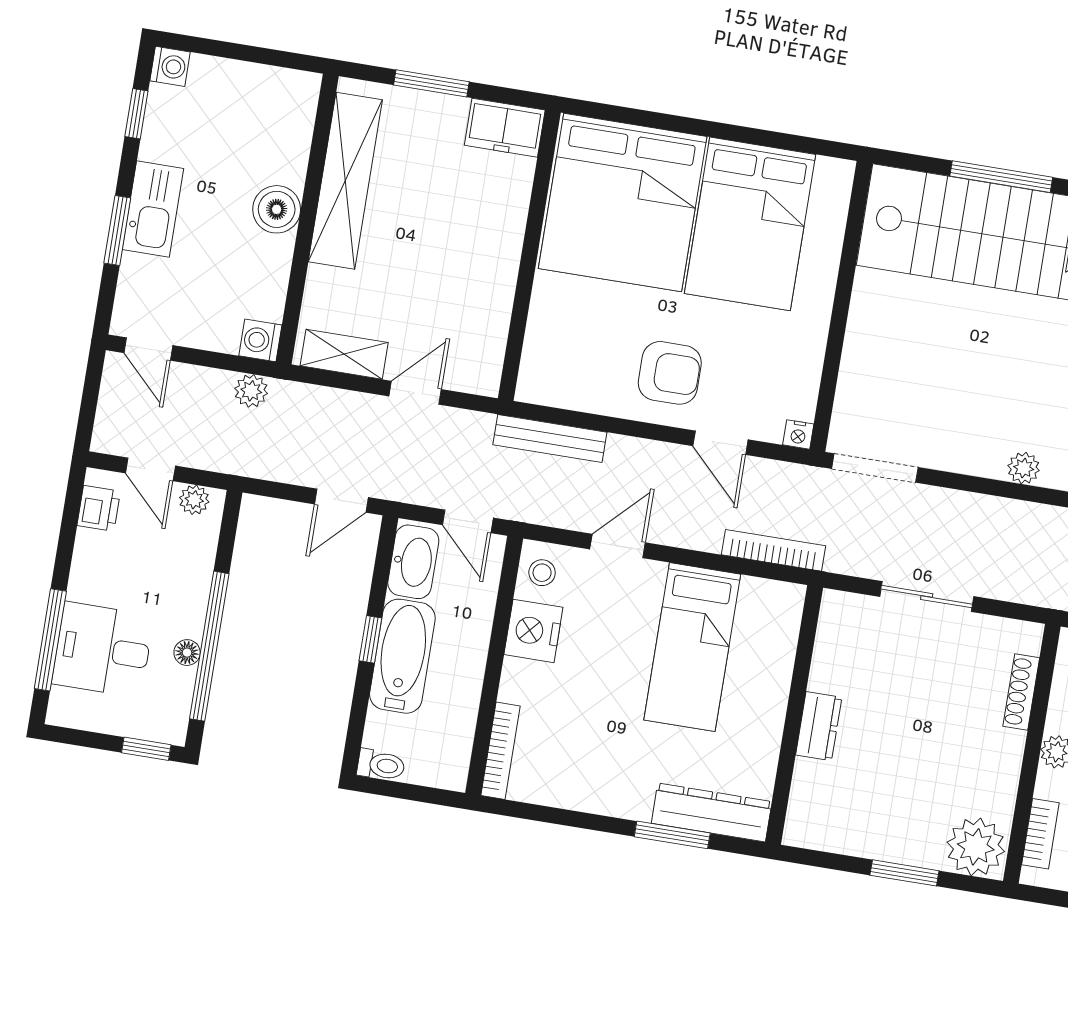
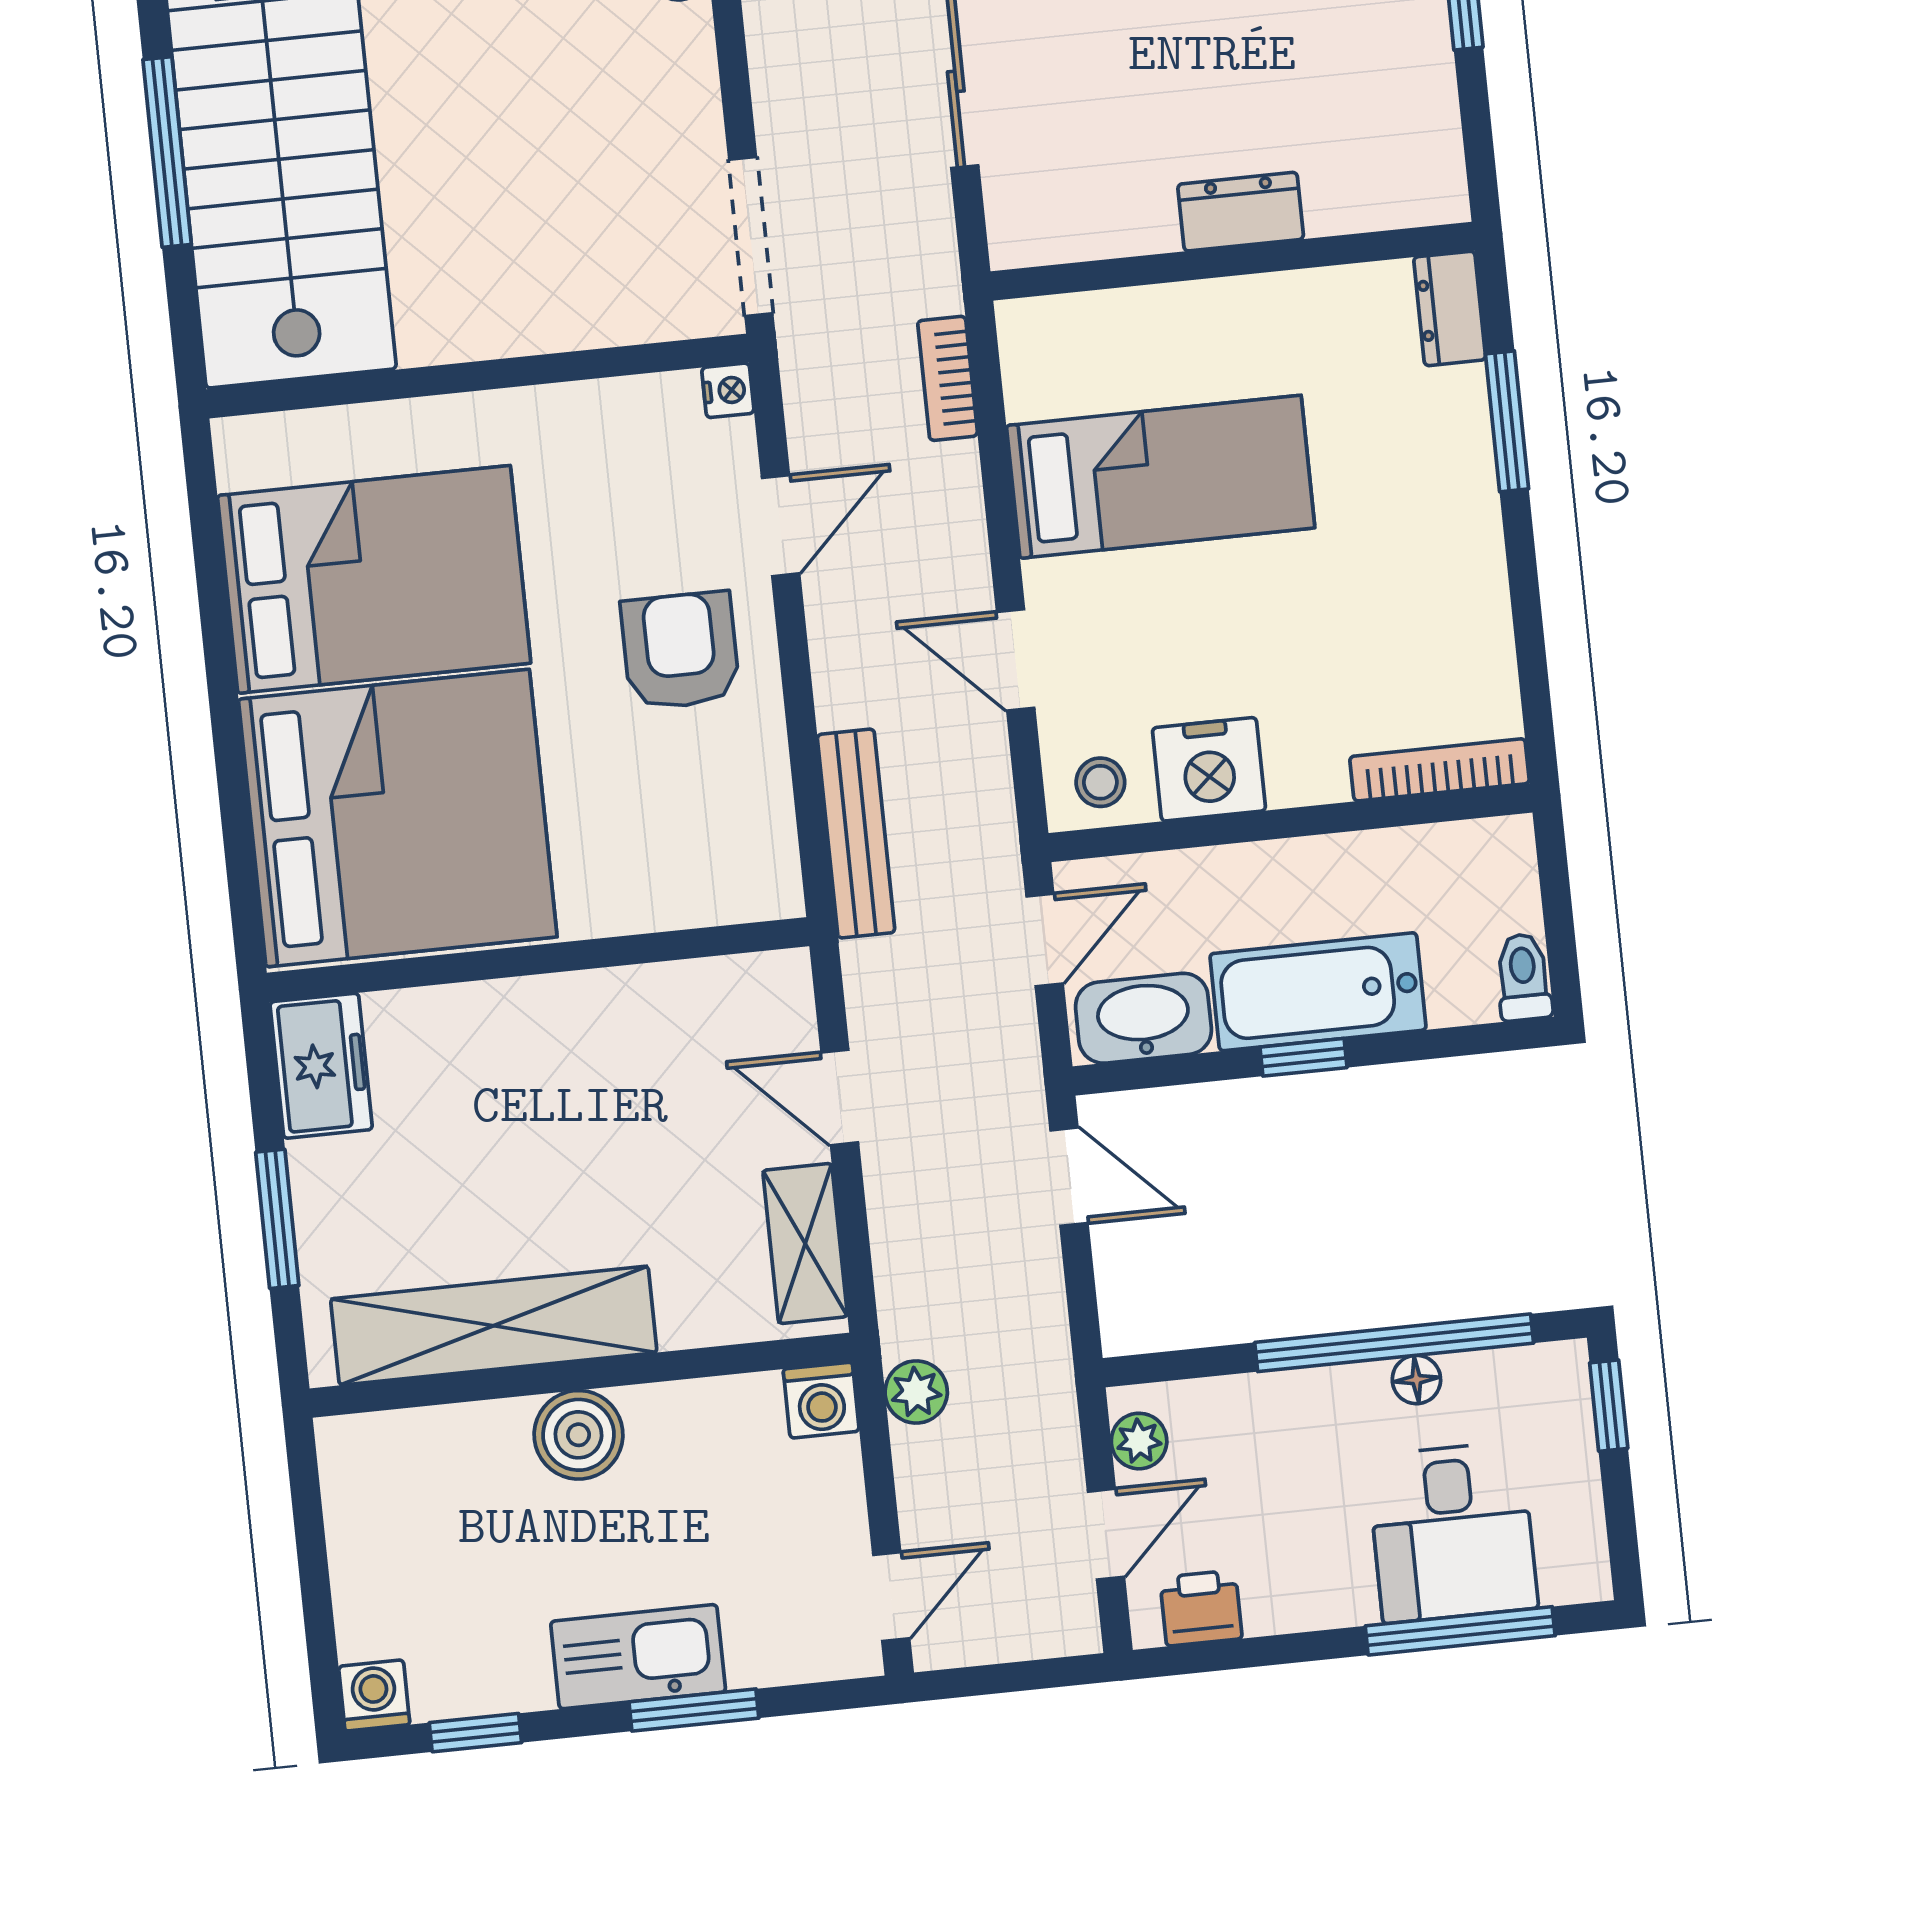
bookcase: (773, 550) -> (948, 378), width x0.64
dresser: (712, 812) -> (1450, 308), width x0.51, depth x0.80

